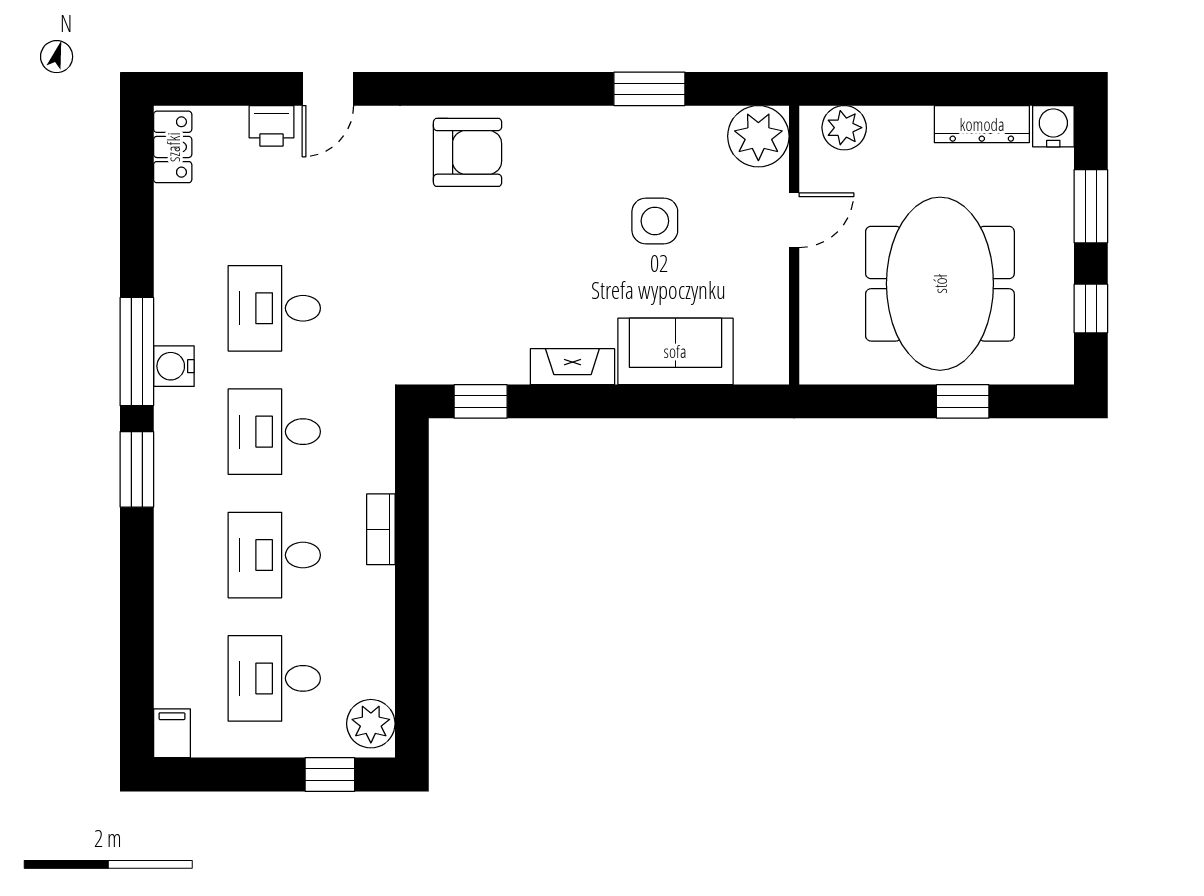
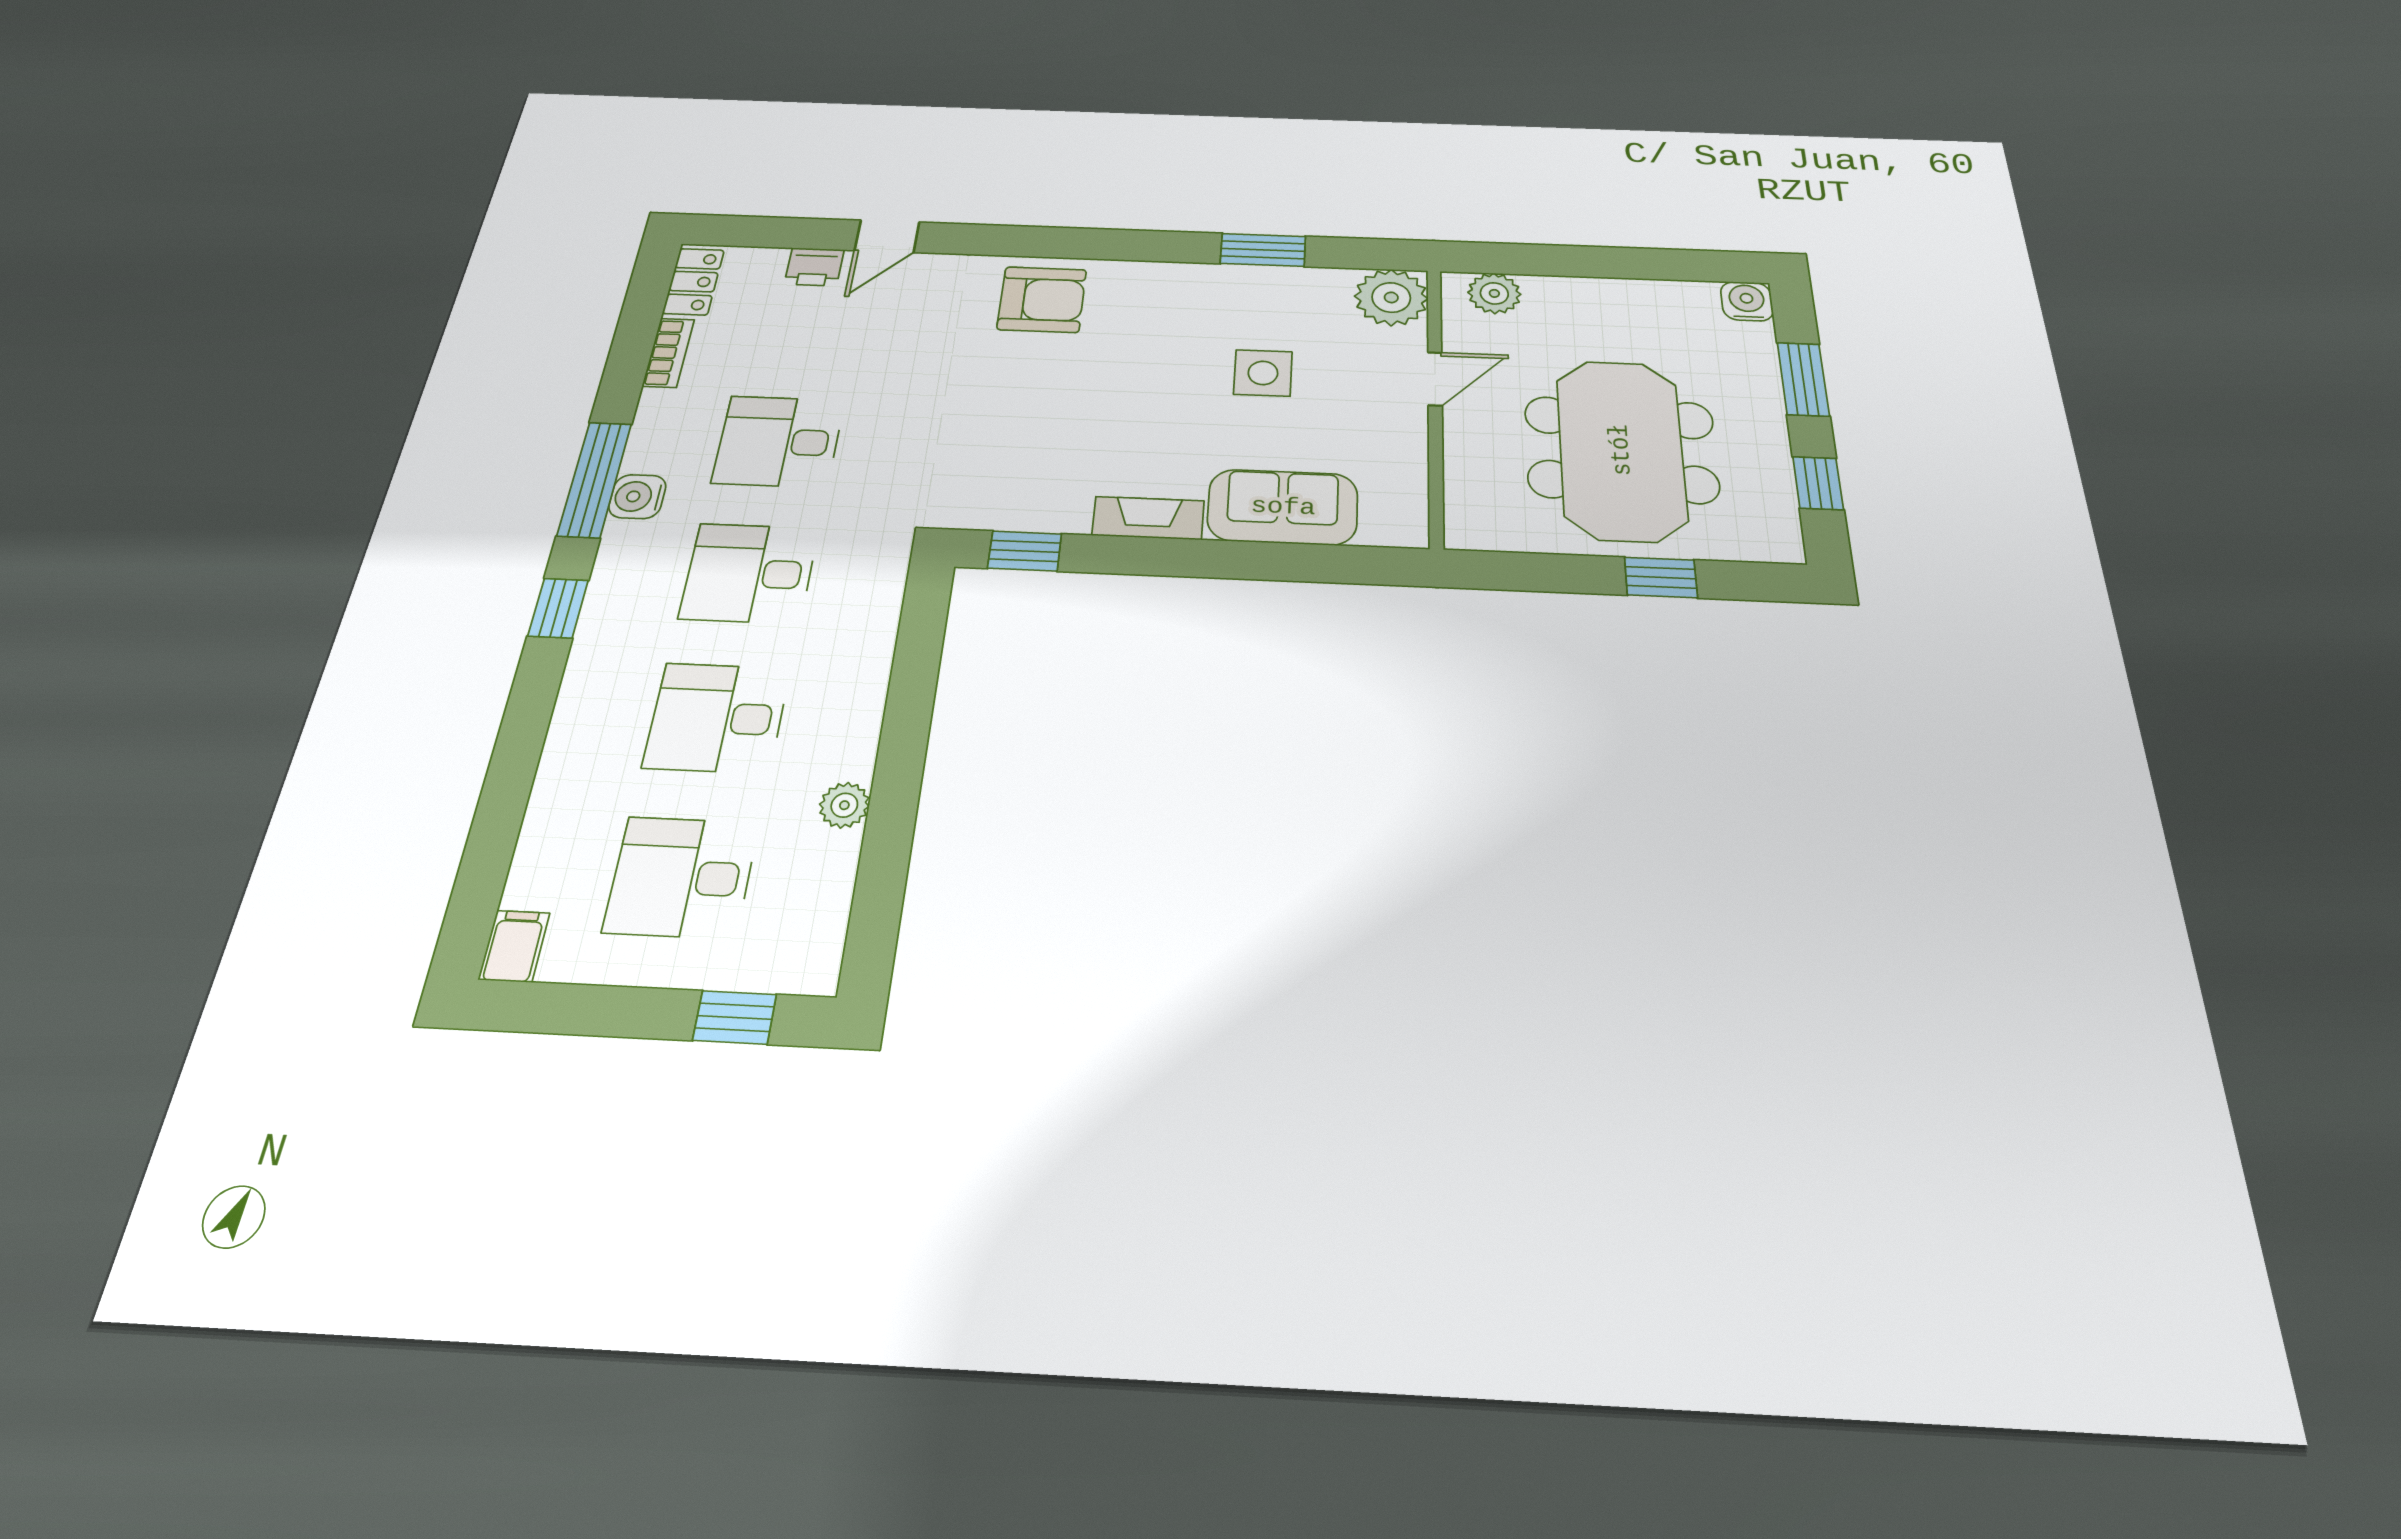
dresser: (982, 124) -> (1660, 296), removed
window: (137, 469) -> (558, 608), width x0.67
bookcase: (381, 529) -> (668, 353), moved, turned 180
plant: (371, 724) -> (844, 805), moved, width x0.73, depth x0.73

